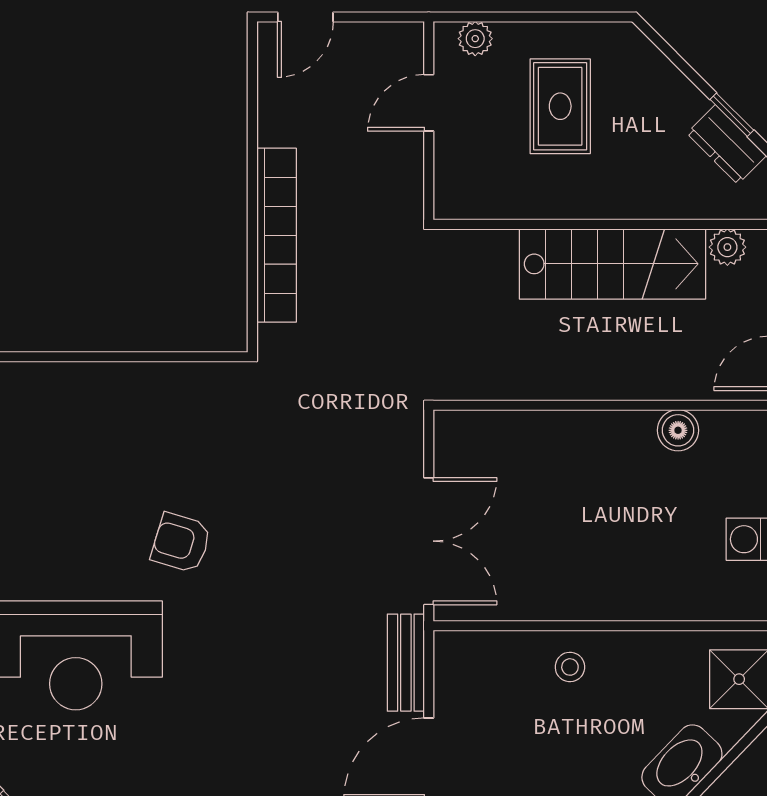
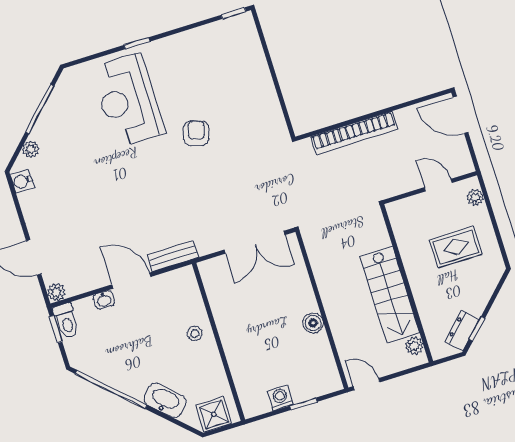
door: (305, 17) -> (461, 115), width x1.38
boiler: (678, 430) -> (313, 323), moved
double door: (429, 541) -> (255, 242), moved

